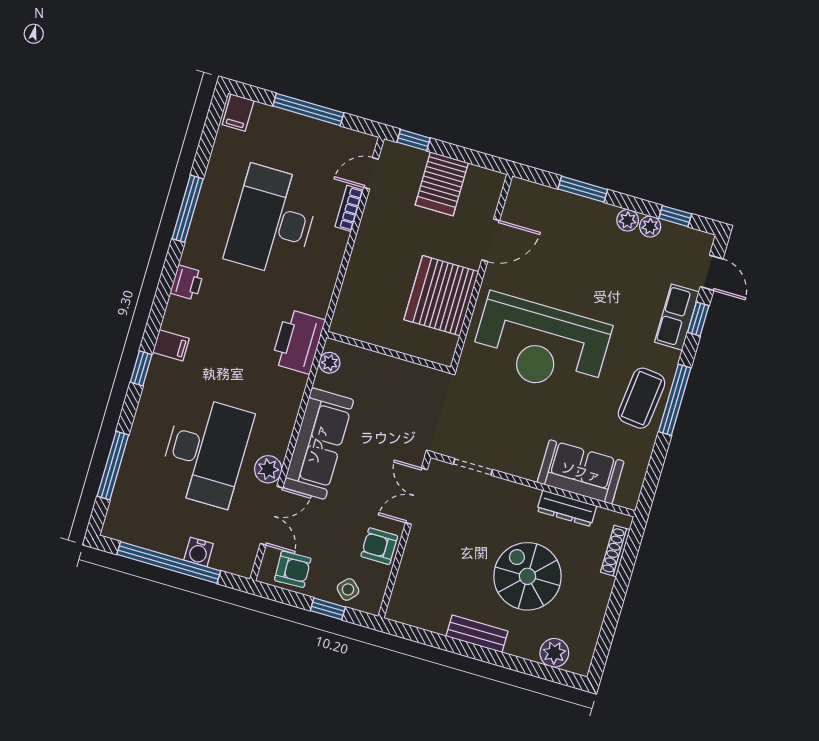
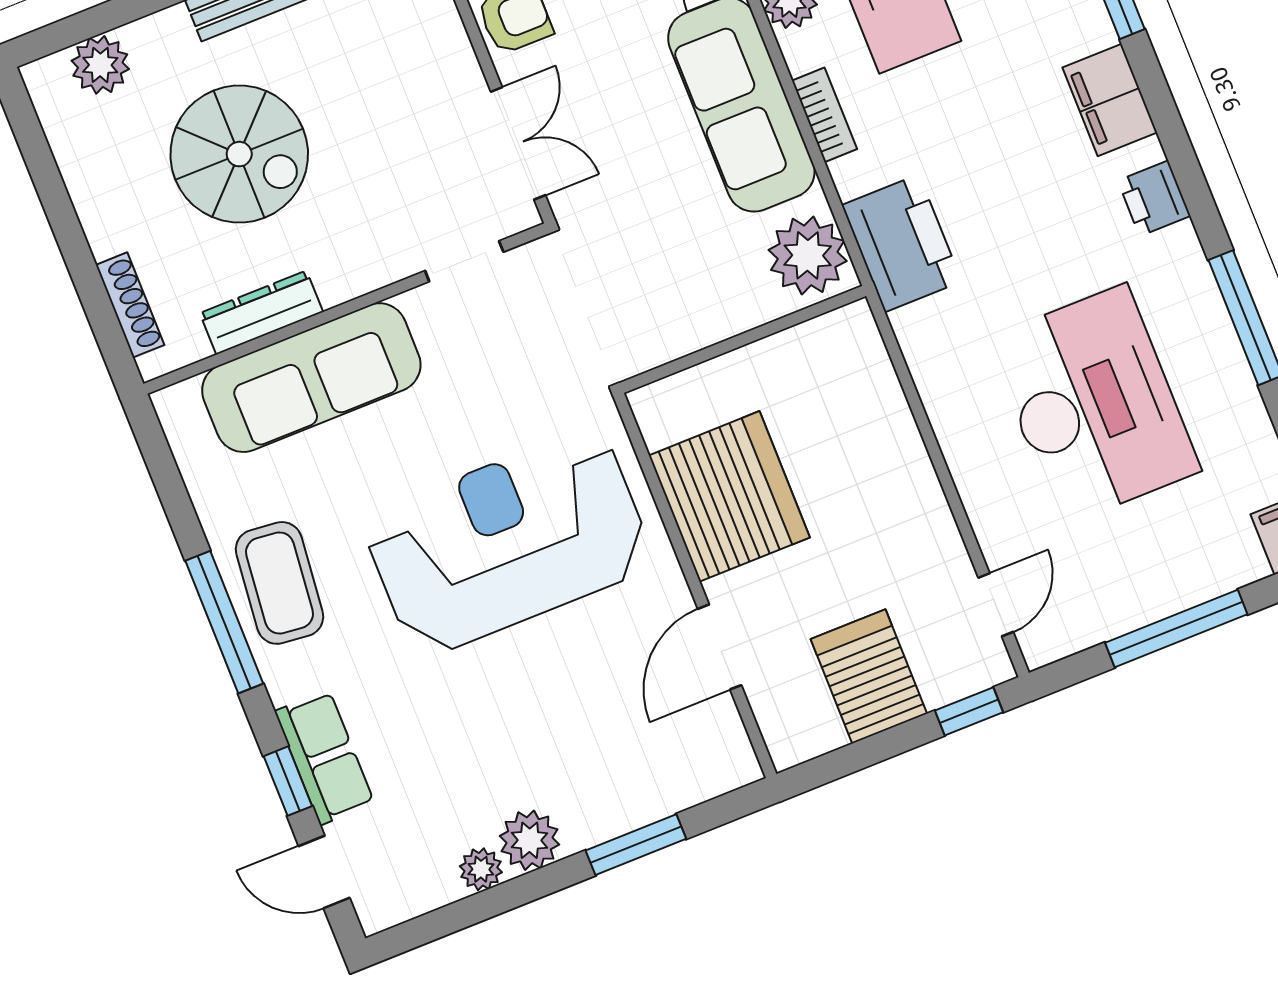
bookcase: (349, 208) -> (824, 115), moved
window: (675, 216) -> (454, 917), removed
plant: (628, 220) -> (530, 840), width x1.38, depth x1.38
filing cabinet: (171, 345) -> (1110, 100), width x2.00
plant: (329, 363) -> (808, 255), width x1.87, depth x1.87
sofa: (581, 472) -> (311, 378), width x1.36

